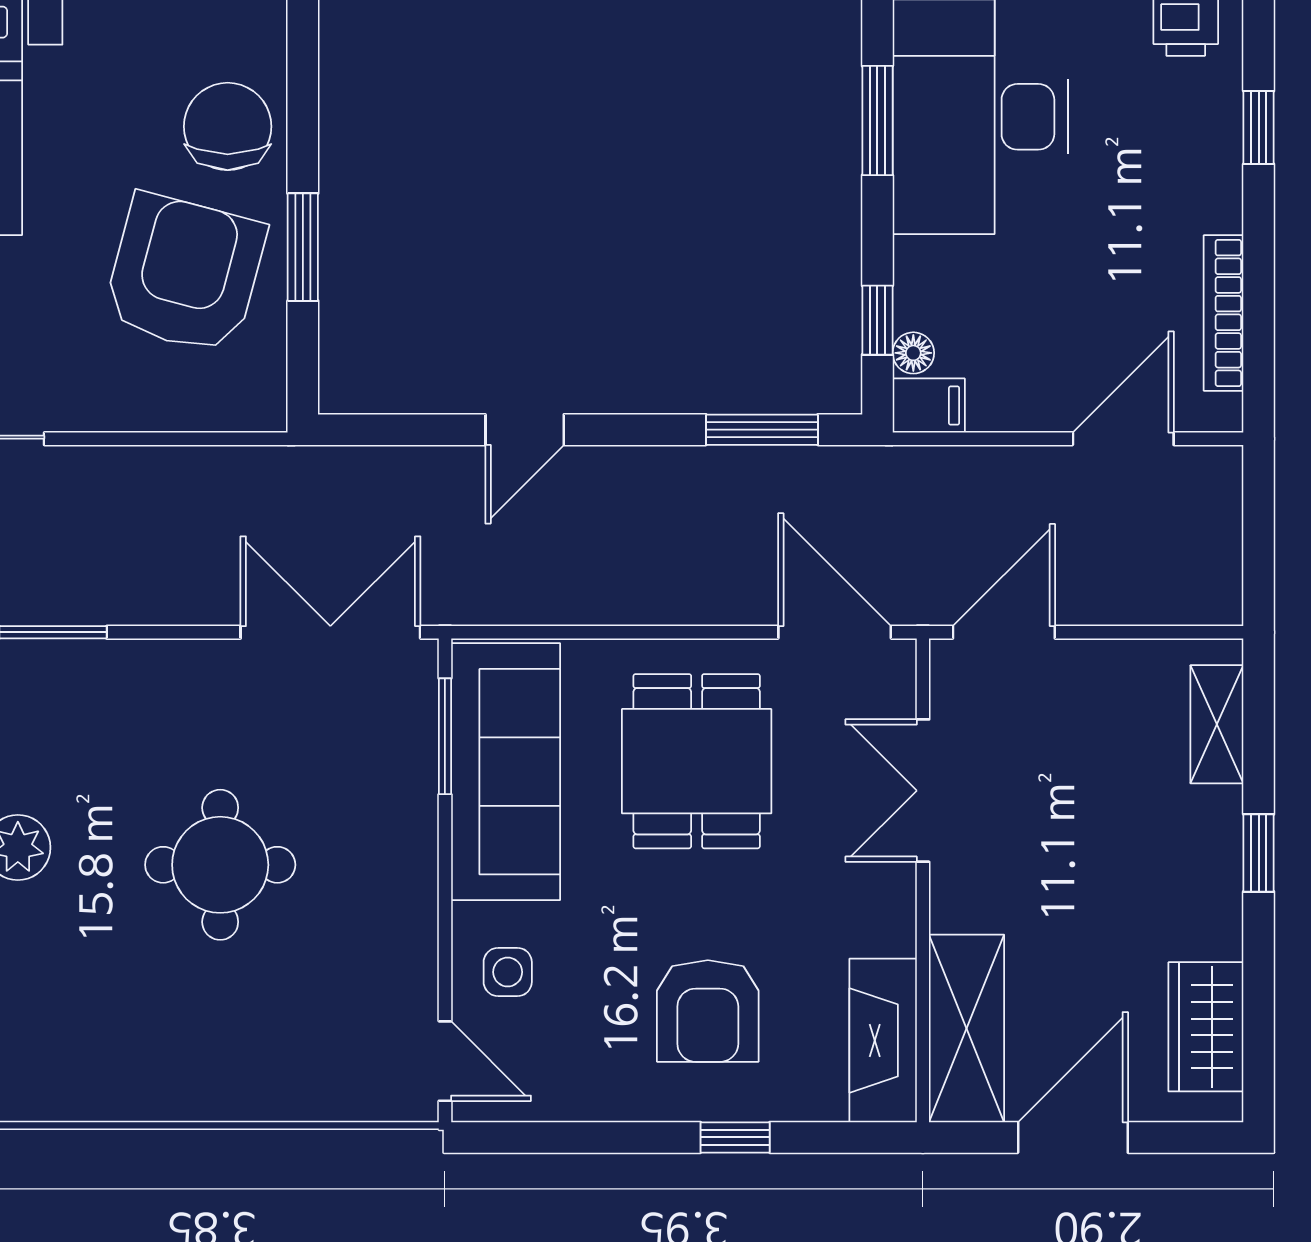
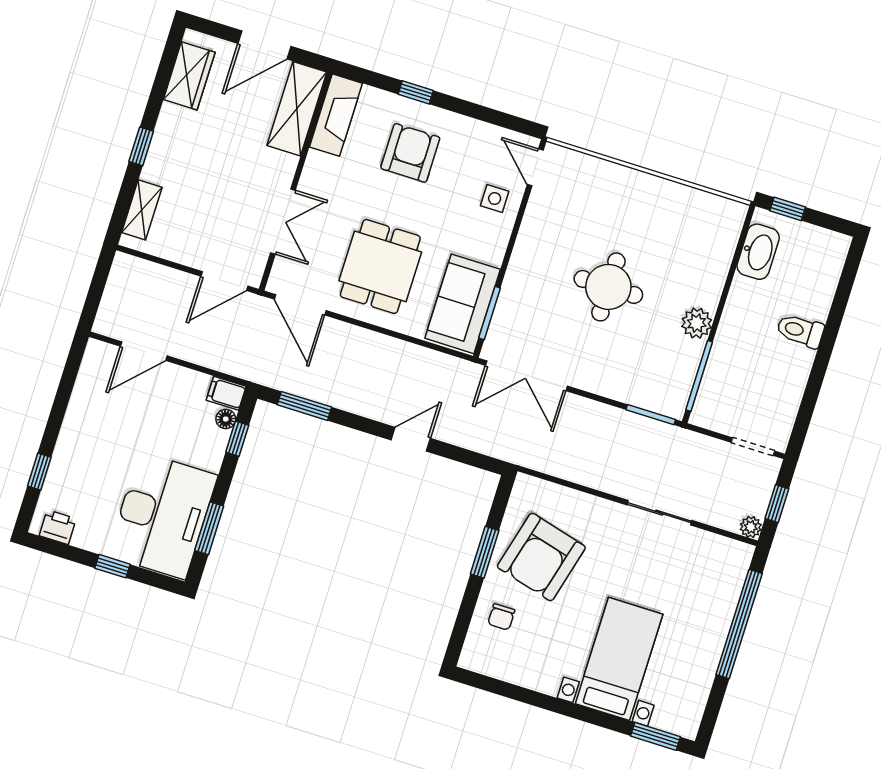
chair: (228, 126) -> (501, 617), width x0.54, depth x0.54
bookcase: (1224, 313) -> (81, 393), removed
sofa: (506, 772) -> (463, 304), width x0.73

